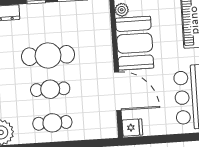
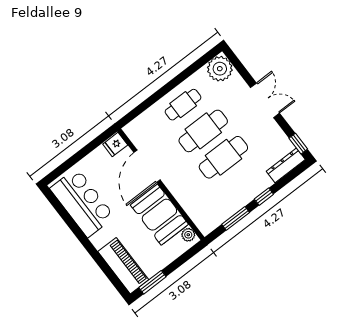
cafe table: (50, 89) -> (203, 131), width x1.37, depth x1.35
door: (118, 91) -> (147, 166), hinge flipped

